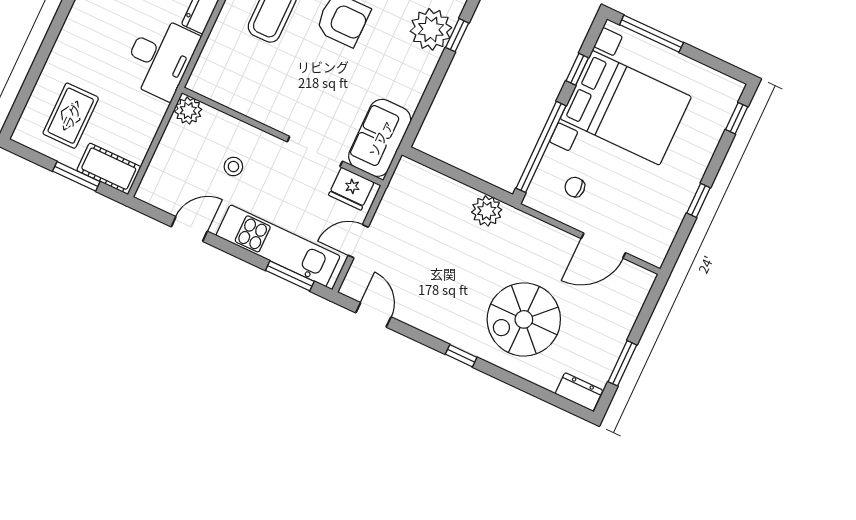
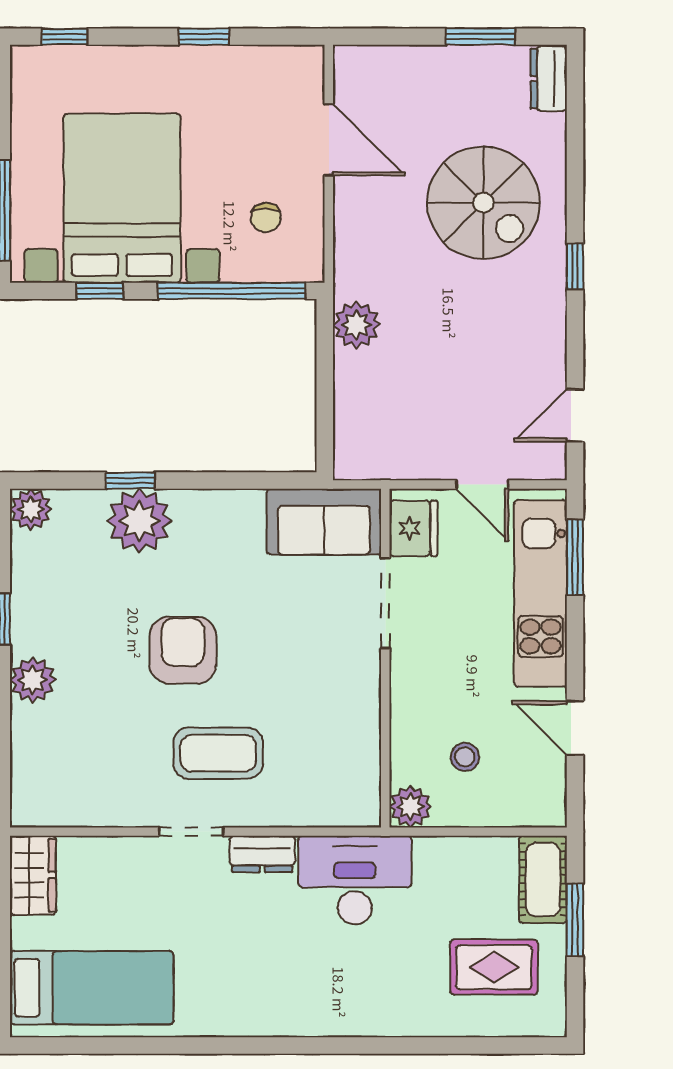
stool: (233, 167) -> (465, 757), moved

